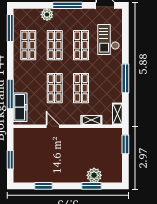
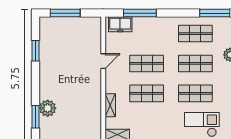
freezer: (20, 107) -> (120, 24), width x0.71
window: (10, 160) -> (65, 13), width x1.44
window: (92, 186) -> (36, 117), moved

